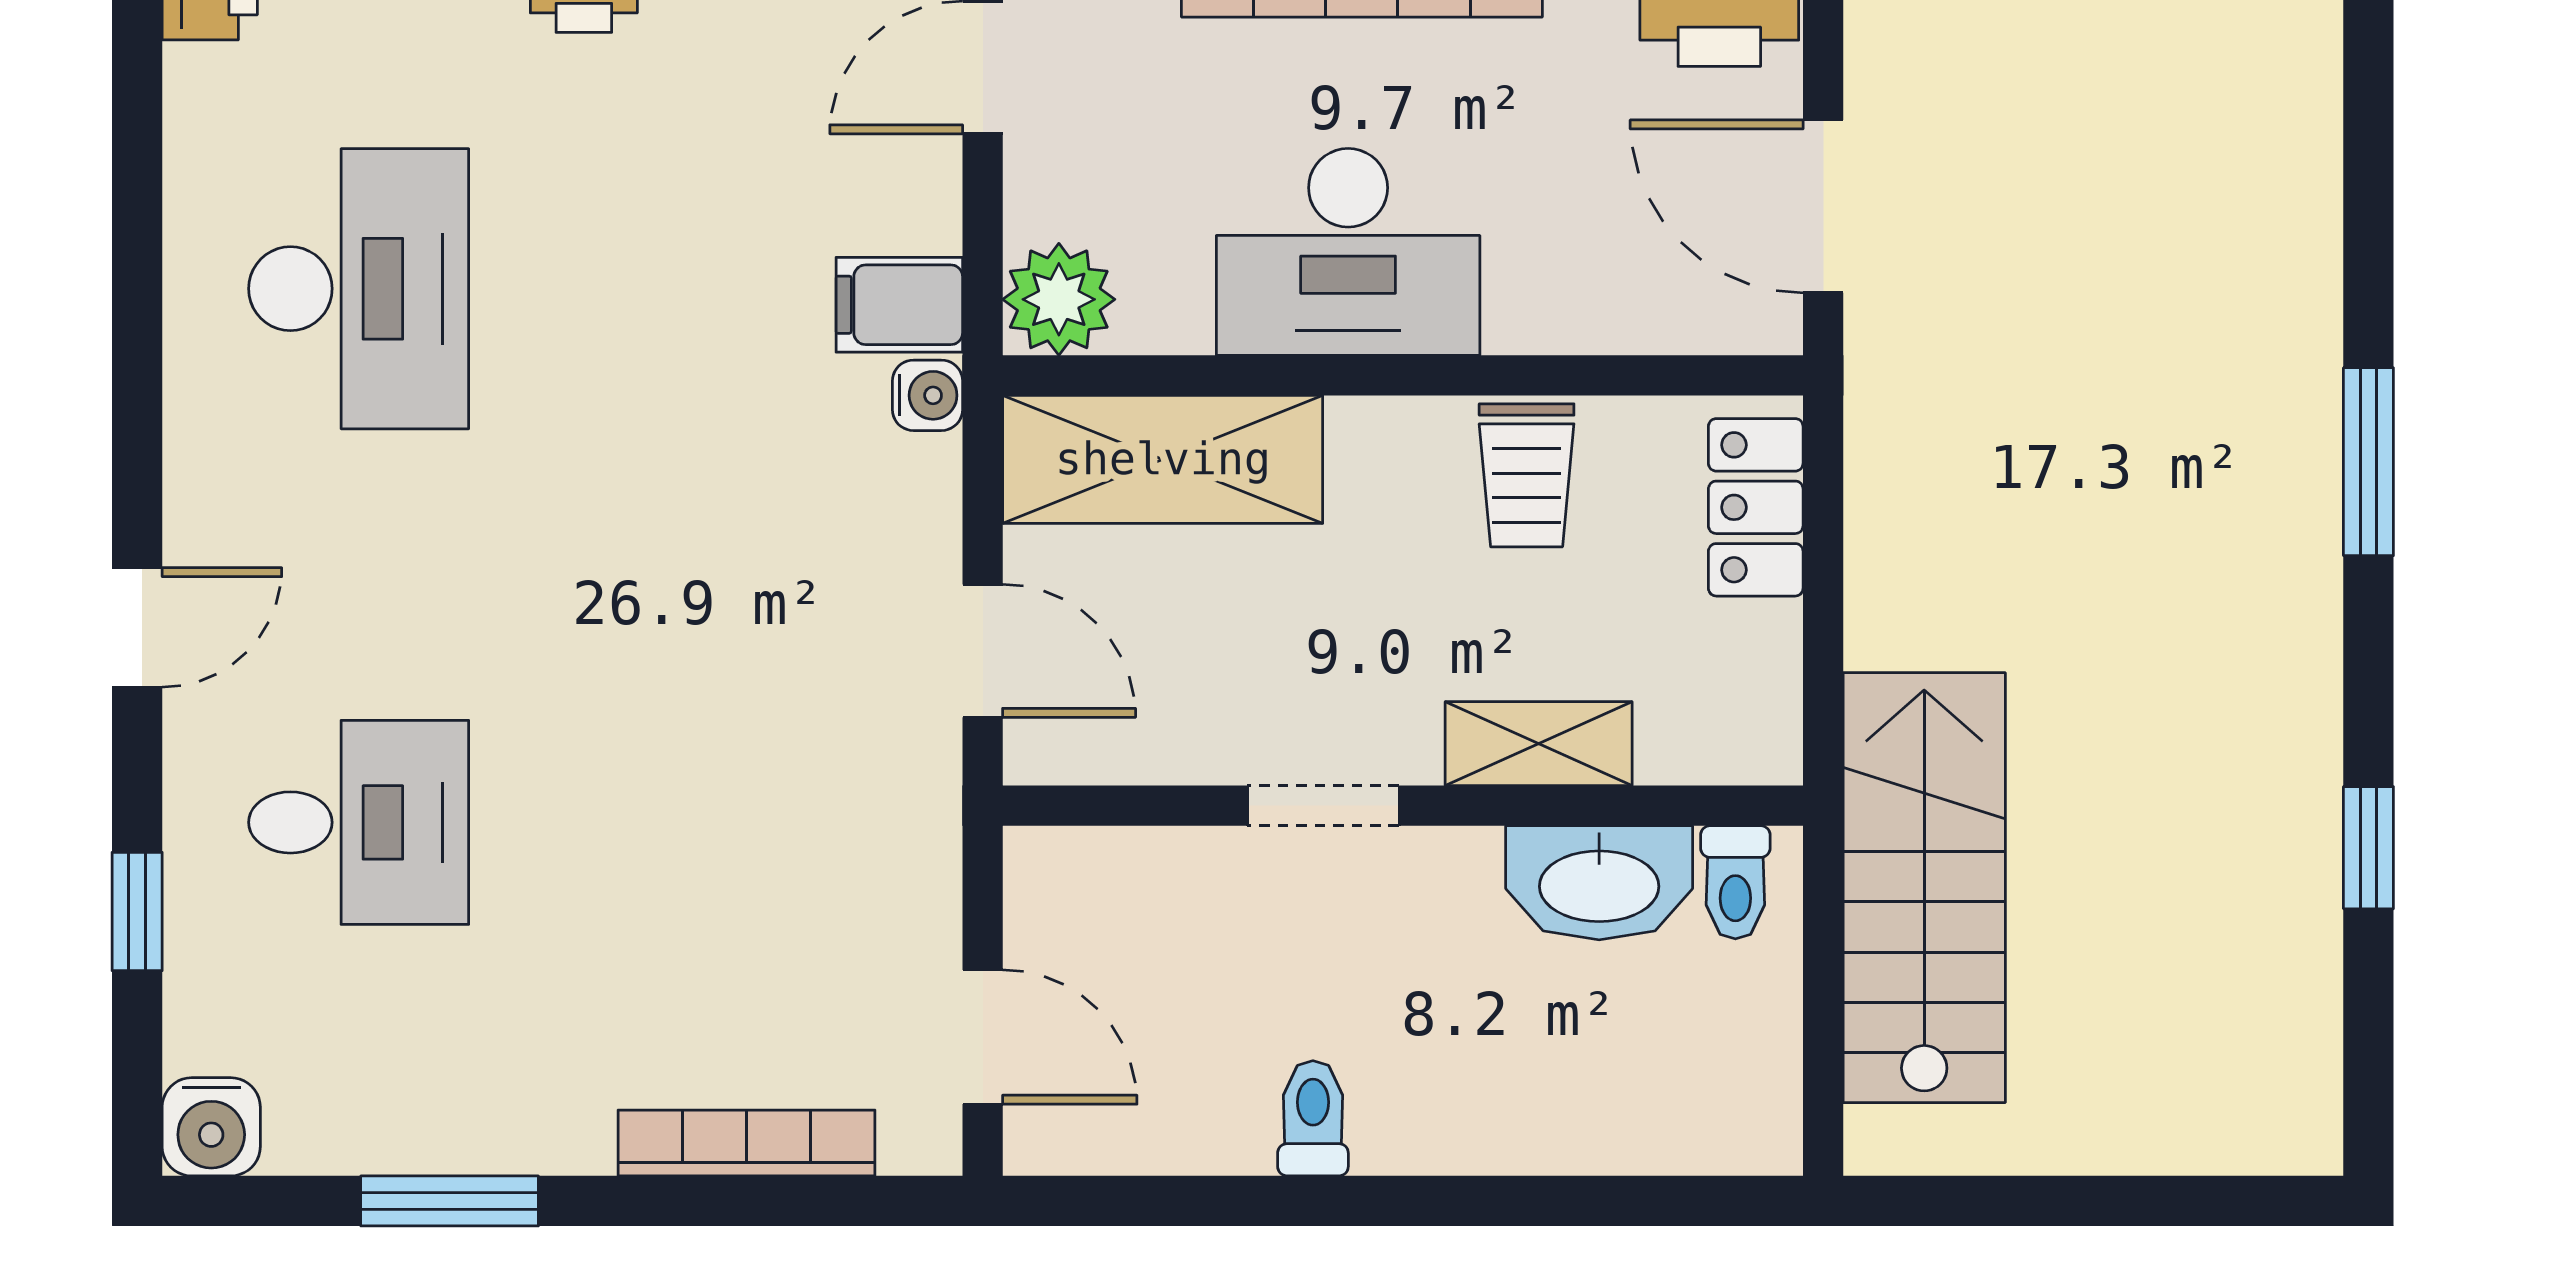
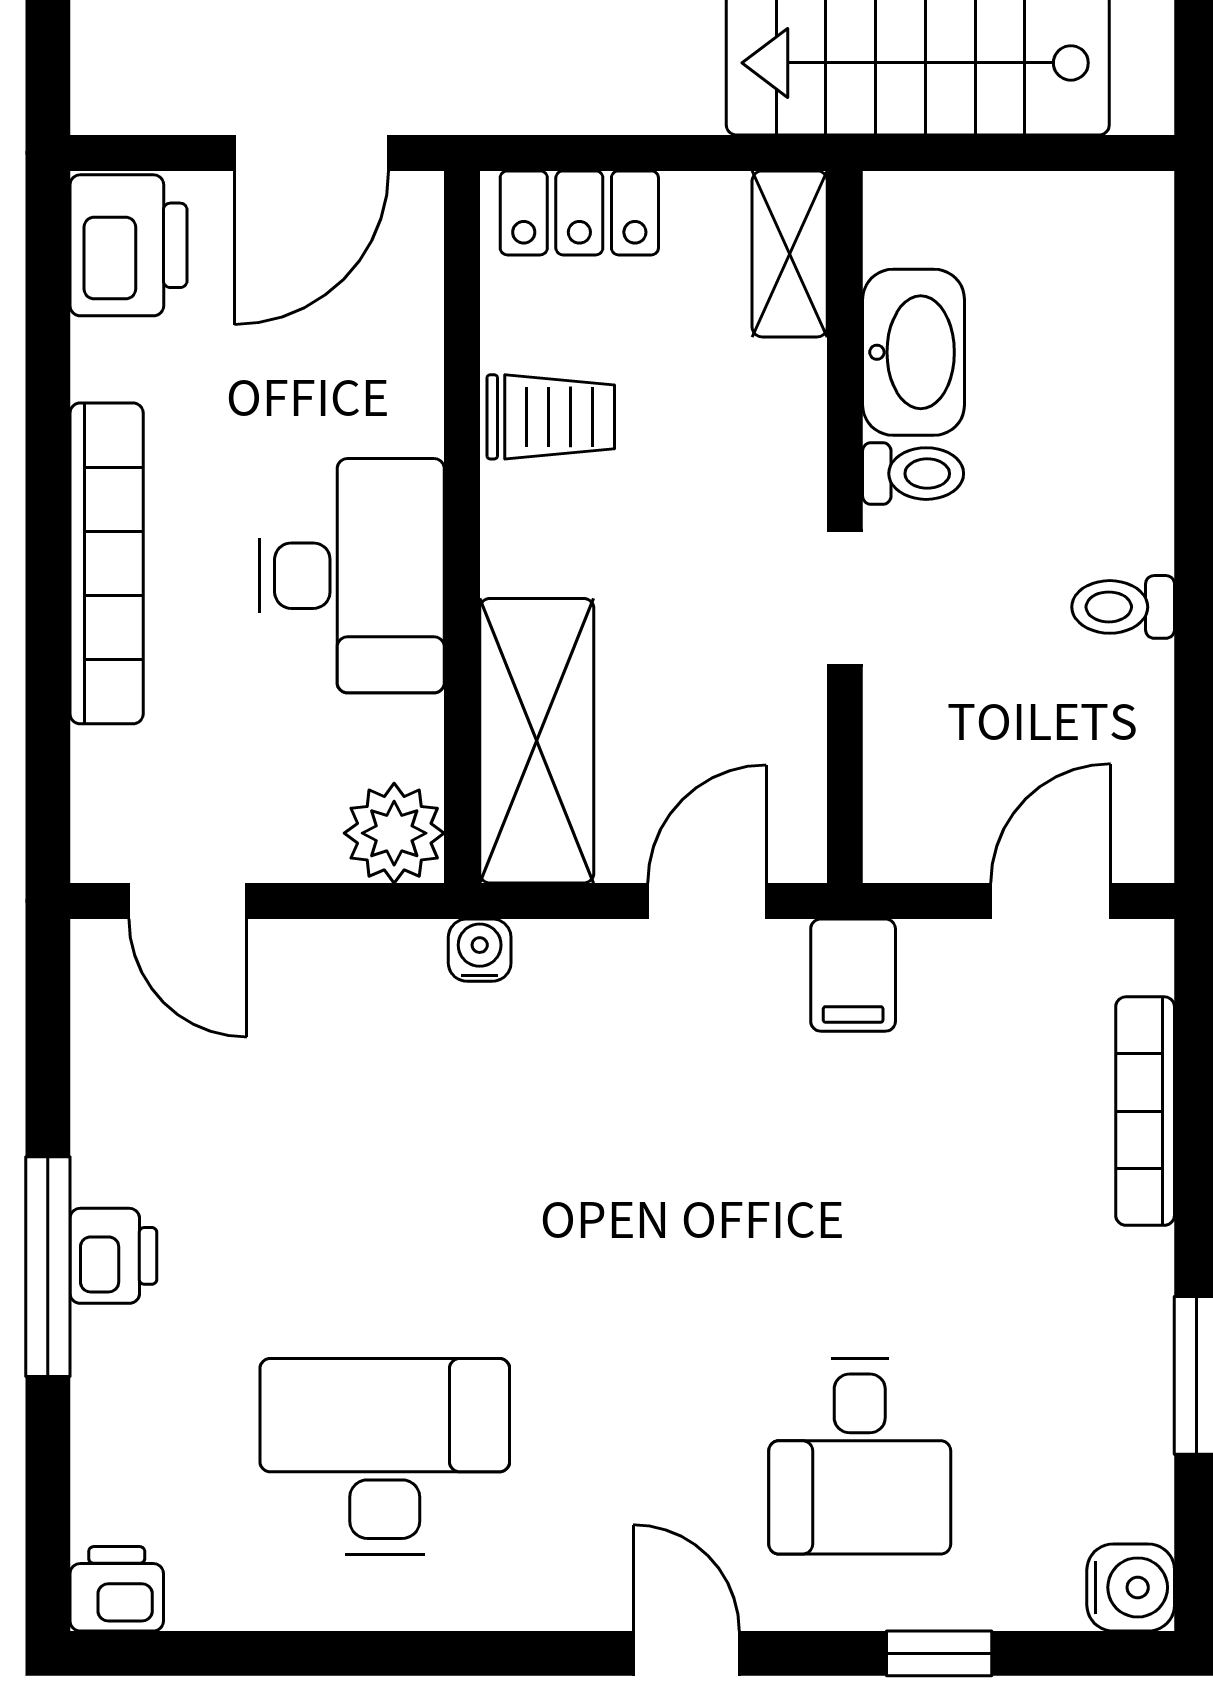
filing cabinet: (899, 305) -> (853, 975), moved
shelving: (1539, 744) -> (790, 254), moved
desk: (359, 822) -> (860, 1456), turned 180
toilet: (1735, 882) -> (913, 474), moved

